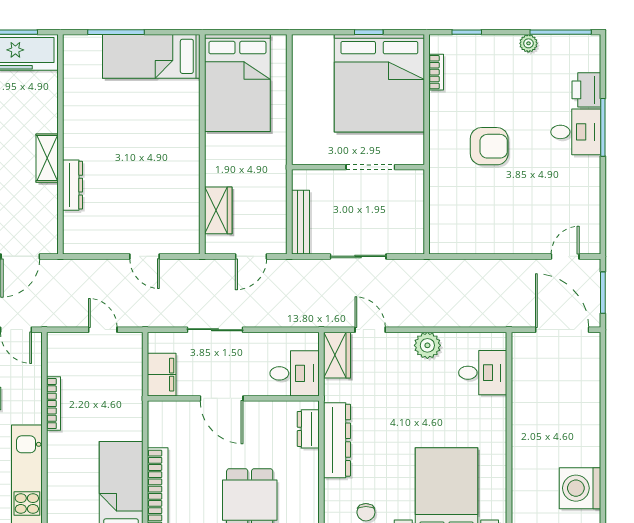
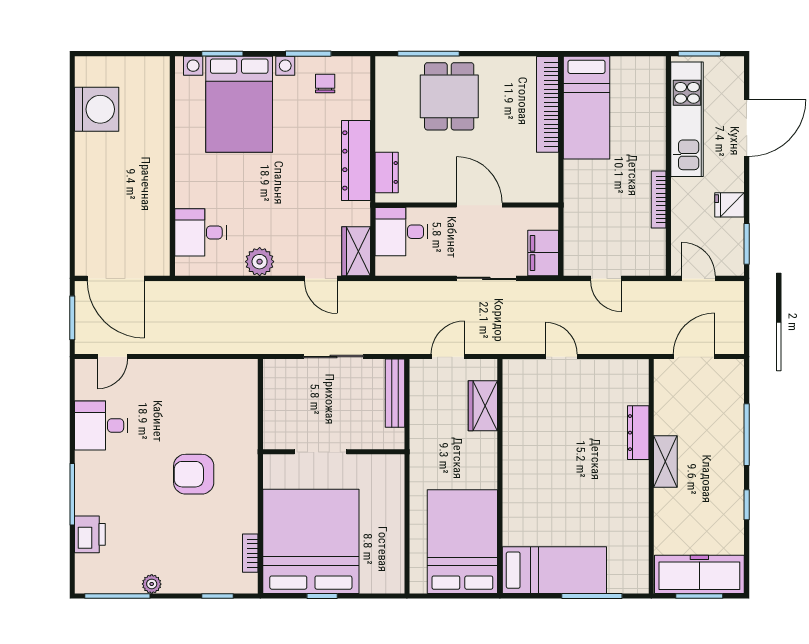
desk: (576, 132) -> (101, 425), moved
filing cabinet: (162, 375) -> (543, 253), moved

